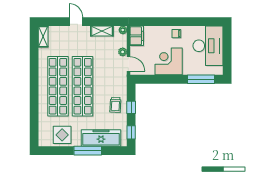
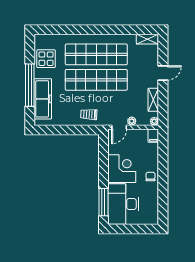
filing cabinet: (137, 36) -> (153, 136), width x0.50
desk: (208, 46) -> (123, 204), moved, turned 90
trolley: (115, 105) -> (89, 114), moved
window: (131, 107) -> (74, 130), removed
window: (131, 132) -> (49, 130), removed
window: (88, 151) -> (30, 85), width x1.46

